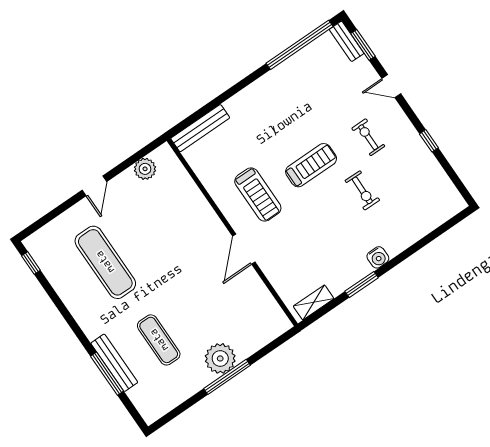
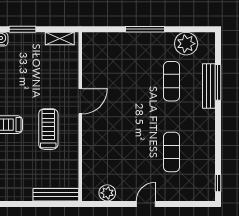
exercise mat: (105, 262) -> (172, 152), width x0.73, depth x0.69
plant: (220, 358) -> (186, 44), moved

